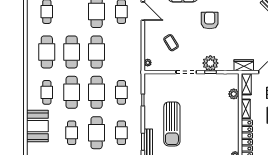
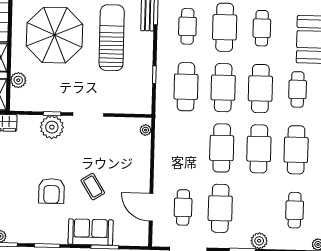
coffee table: (171, 43) -> (93, 187), moved
cafe table: (121, 92) -> (186, 87), width x1.37, depth x1.35
parasol: (210, 125) -> (54, 35), added

